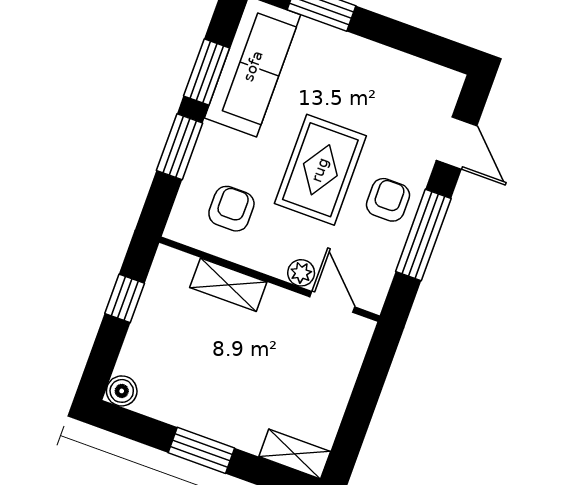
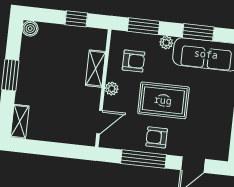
plant: (211, 138) -> (166, 43), added
window: (180, 147) -> (144, 26), moved
armchair: (388, 200) -> (157, 137), turned 180
plant: (301, 273) -> (112, 89), moved

